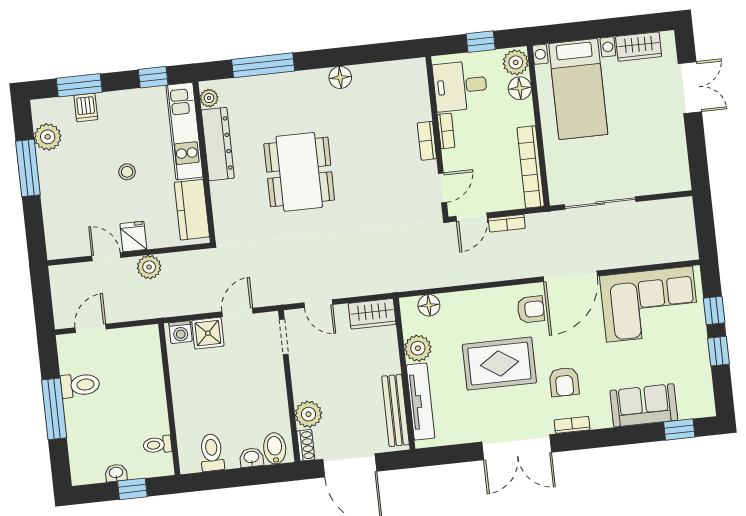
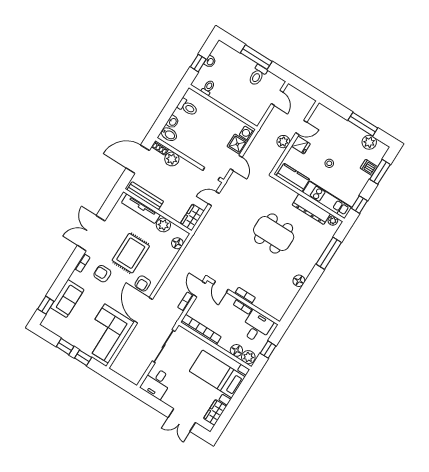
desk: (664, 170) -> (157, 383), added

